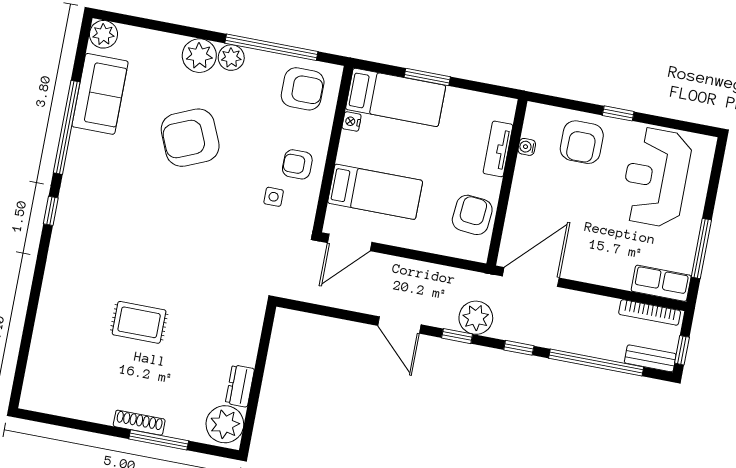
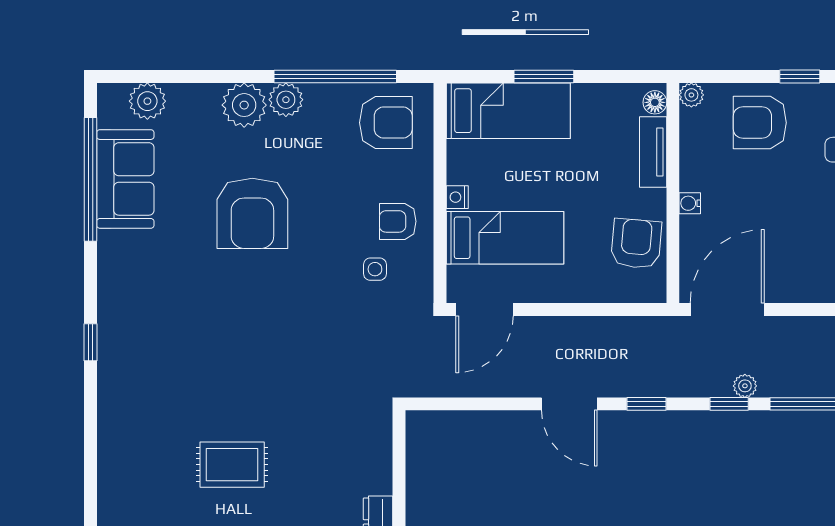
plant: (104, 34) -> (147, 101), moved
floor lamp: (506, 112) -> (655, 102), added
plant: (535, 112) -> (691, 95), added
nightstand: (352, 121) -> (457, 197), moved
window: (67, 127) -> (90, 179), moved
armchair: (190, 138) -> (252, 213), turned -67
armchair: (582, 142) -> (760, 123), turned 90
water cooler: (527, 147) -> (690, 203), moved
plant: (476, 318) -> (745, 386), moved, width x0.53, depth x0.53

